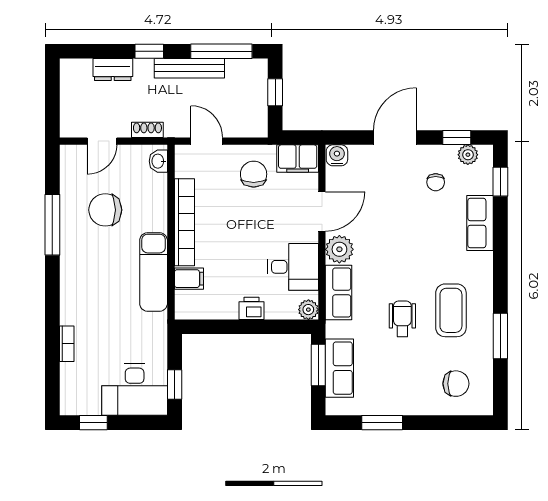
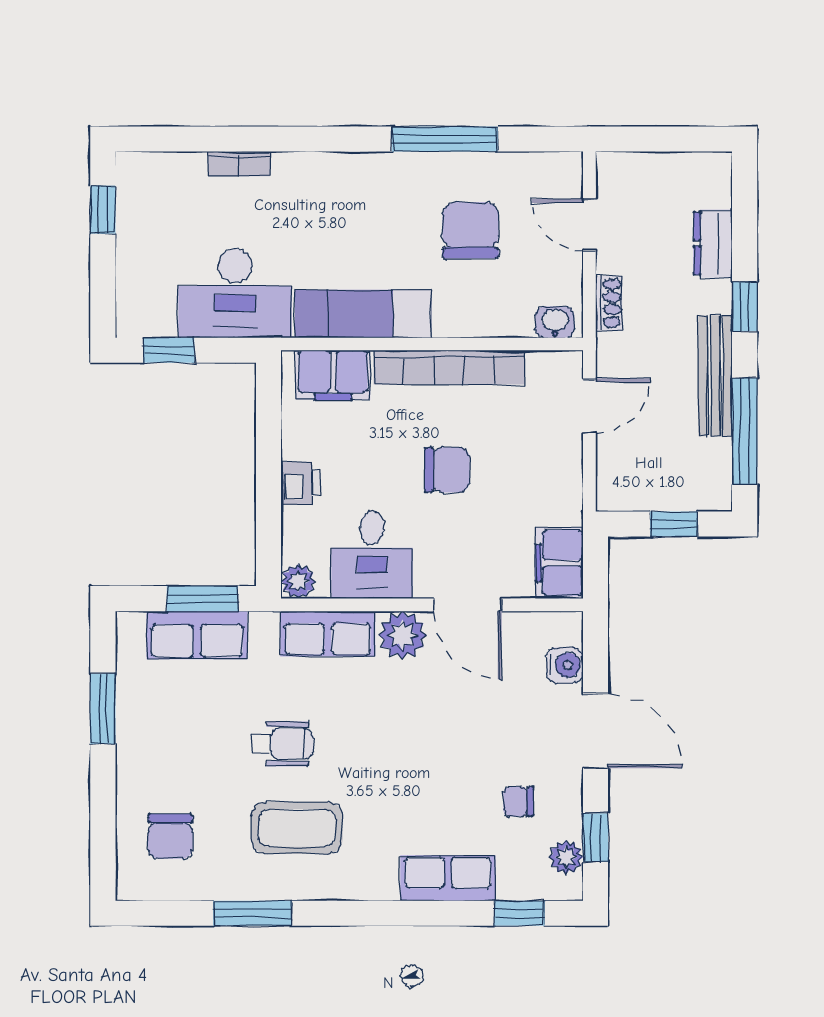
water cooler: (337, 155) -> (565, 665), moved
chair: (254, 174) -> (447, 470), moved
filing cabinet: (189, 279) -> (333, 375), width x2.00
desk: (135, 390) -> (235, 293), moved, turned -90

